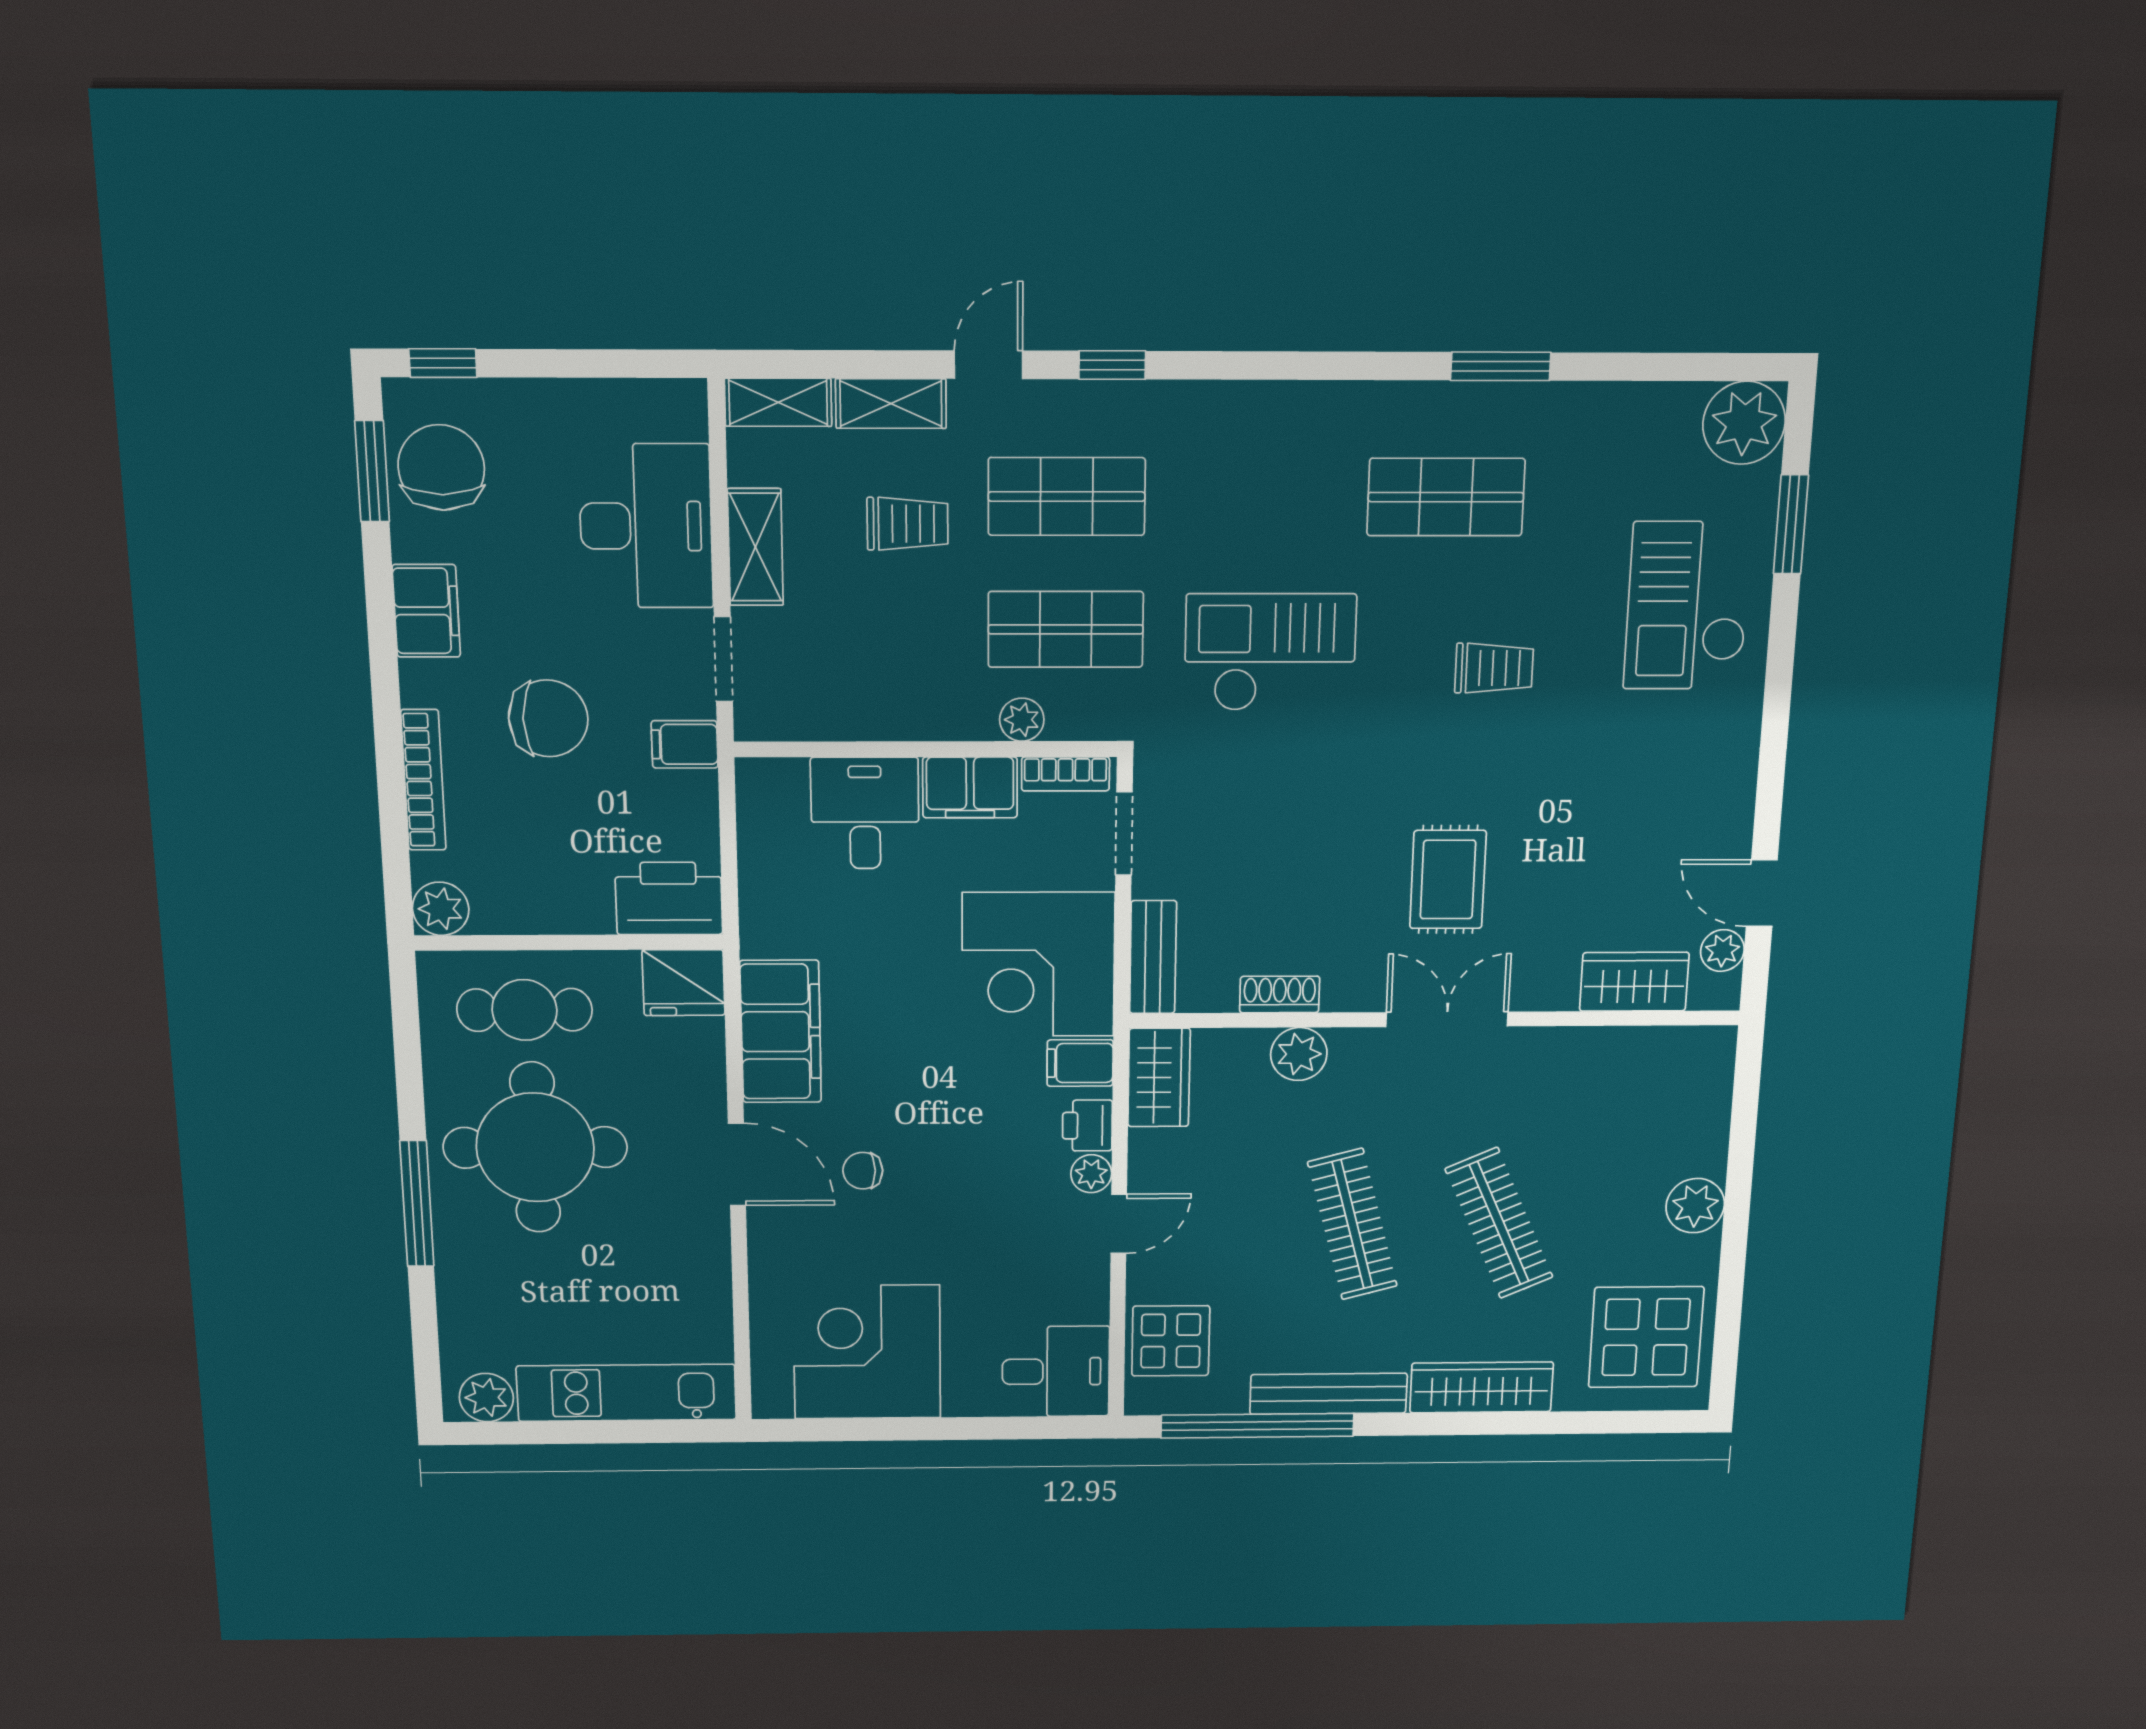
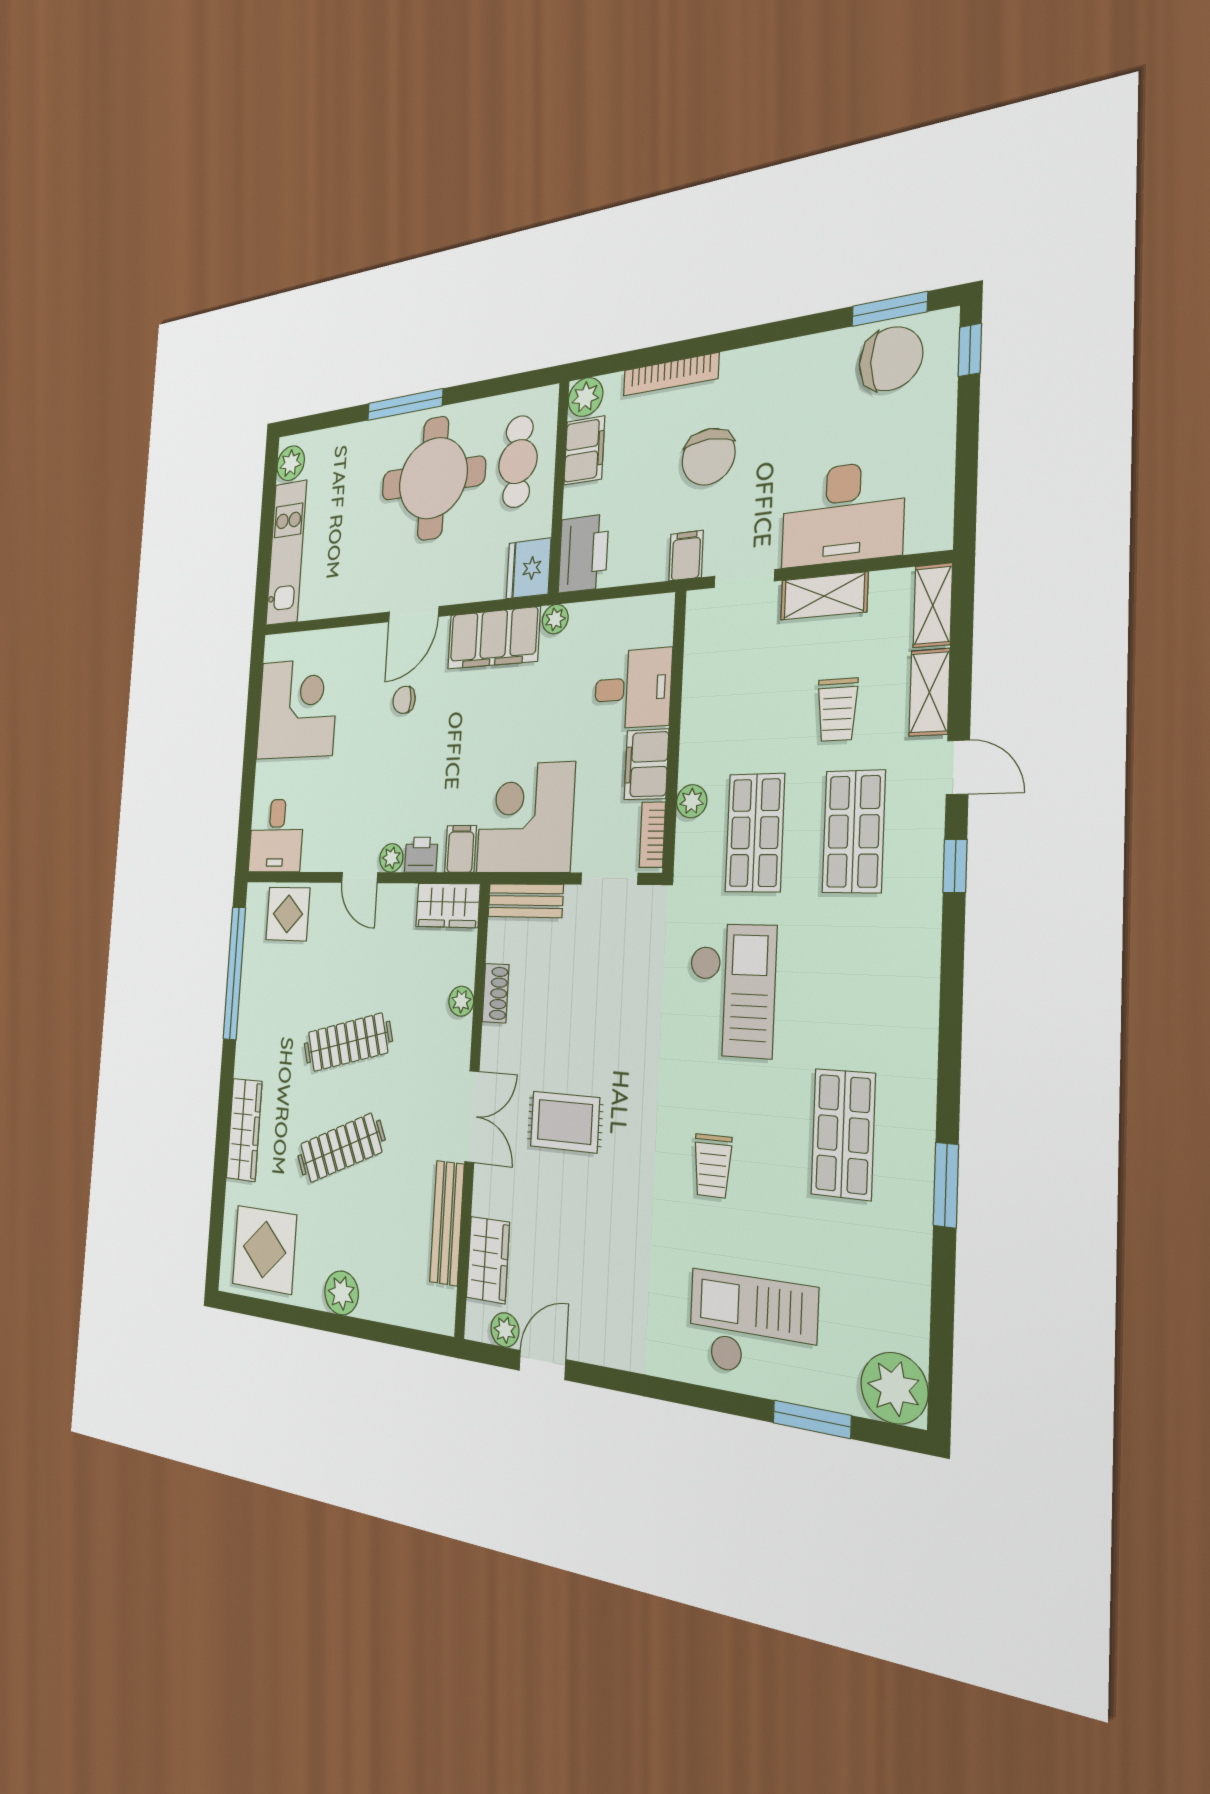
filing cabinet: (426, 611) -> (584, 450), moved, turned -90
plant: (760, 936) -> (555, 619), added
plant: (1299, 1054) -> (461, 1001), width x0.73, depth x0.73
chair: (863, 1171) -> (404, 700), turned -90
bench: (1329, 1394) -> (447, 1223), moved

